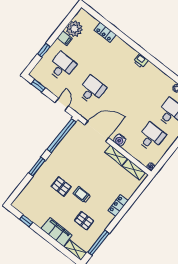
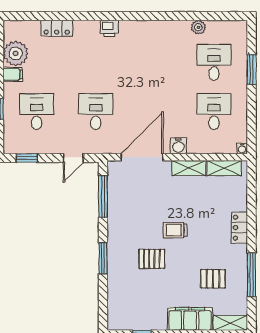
printer: (141, 61) -> (109, 28), moved
door: (62, 104) -> (73, 158), swing flipped
window: (61, 136) -> (103, 197), width x0.68
trolley: (82, 195) -> (175, 230), moved
window: (98, 243) -> (252, 275), moved

